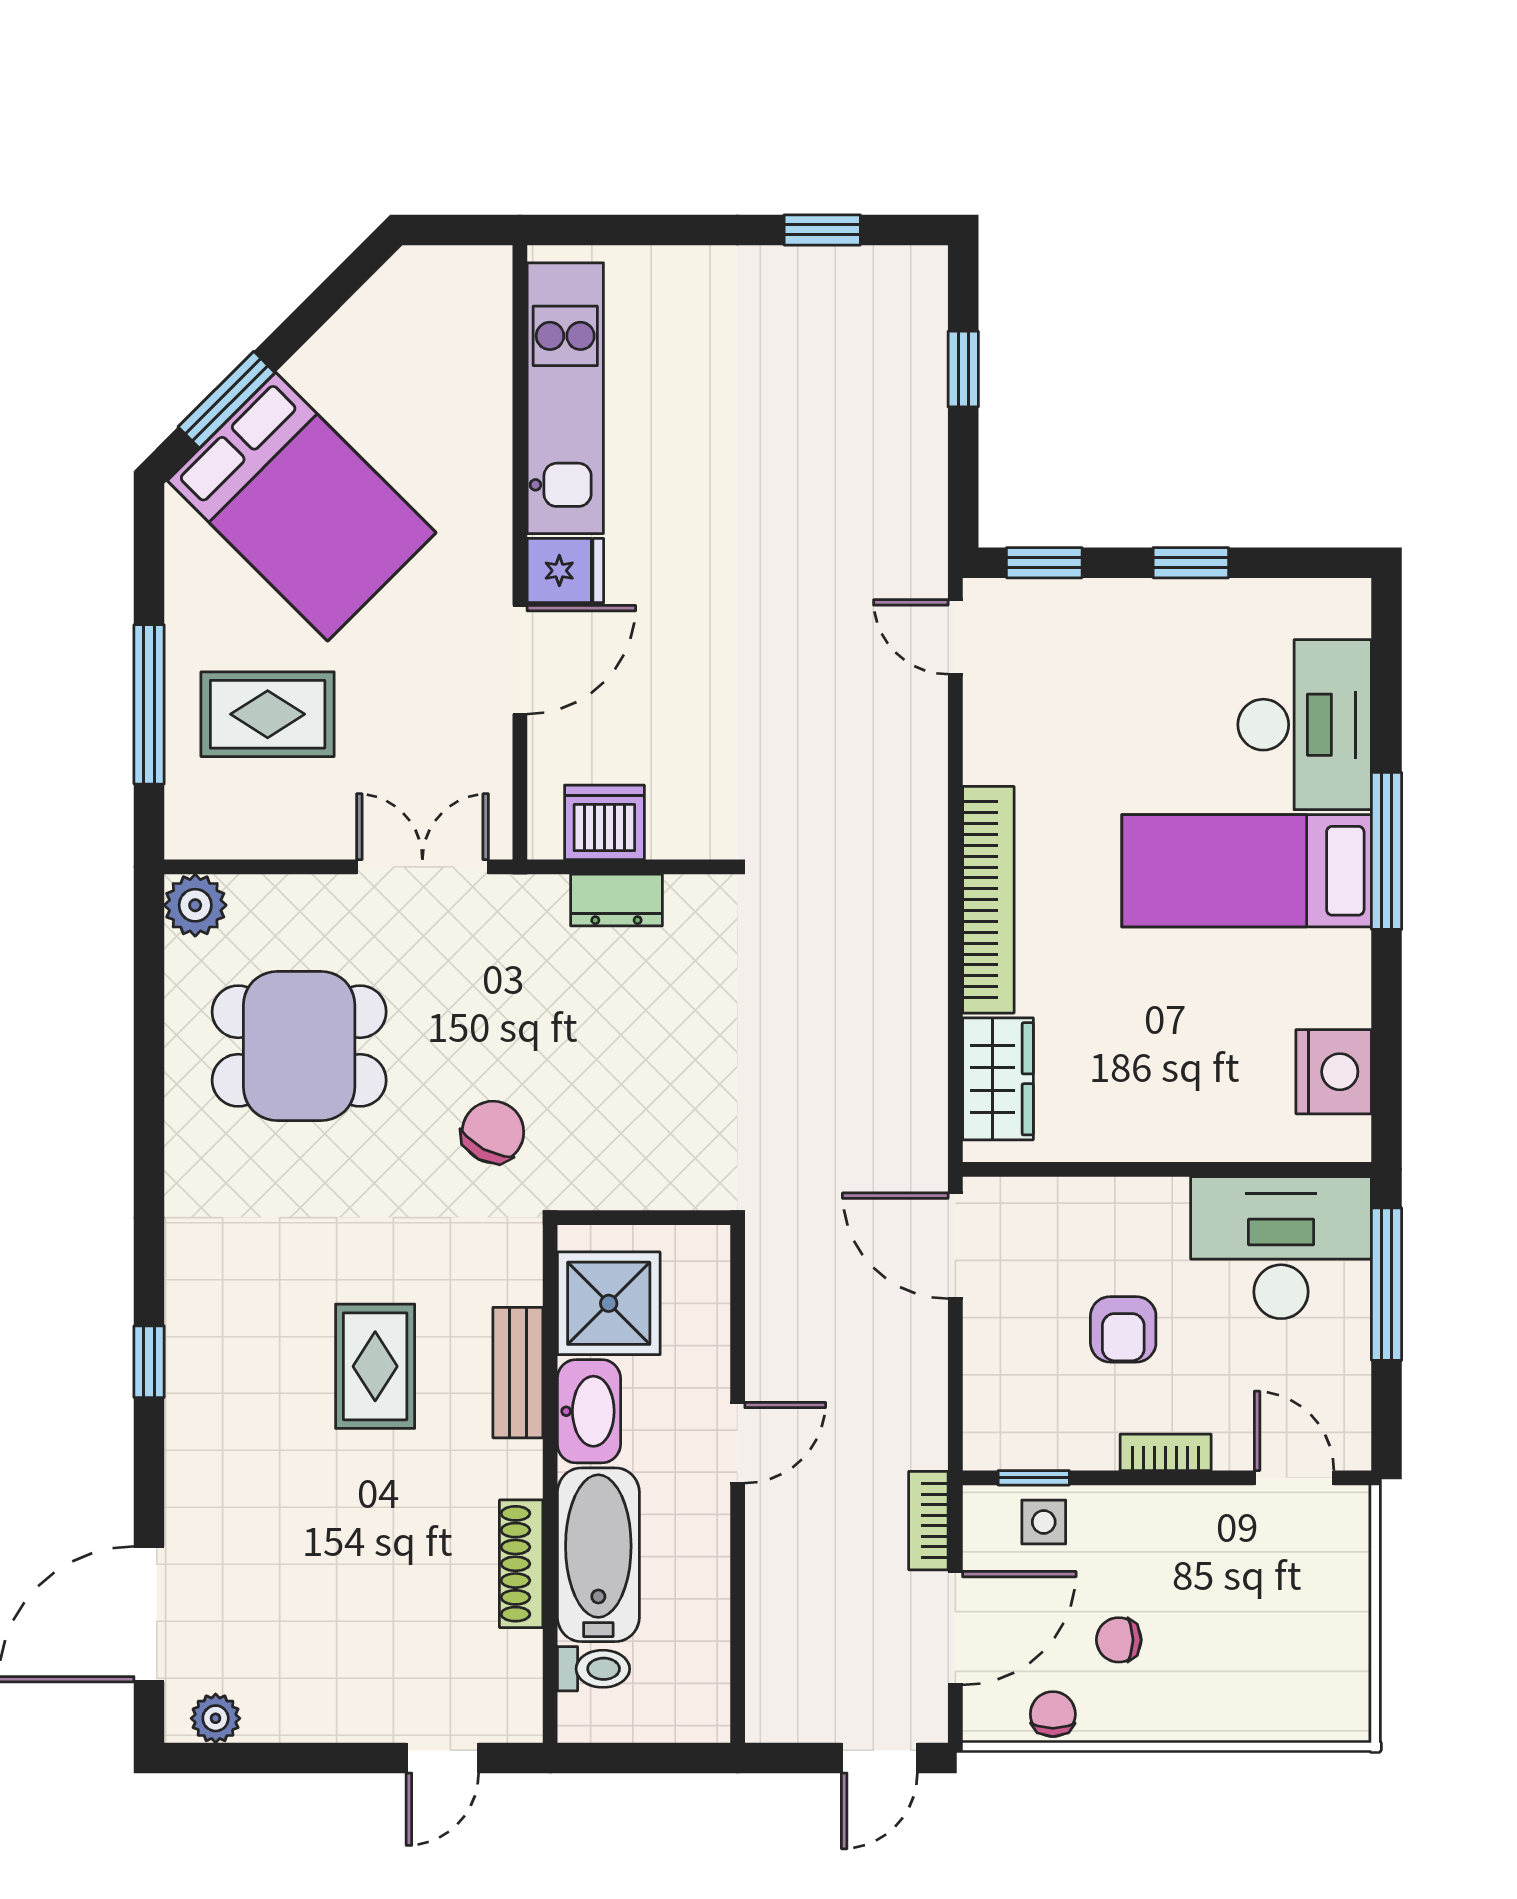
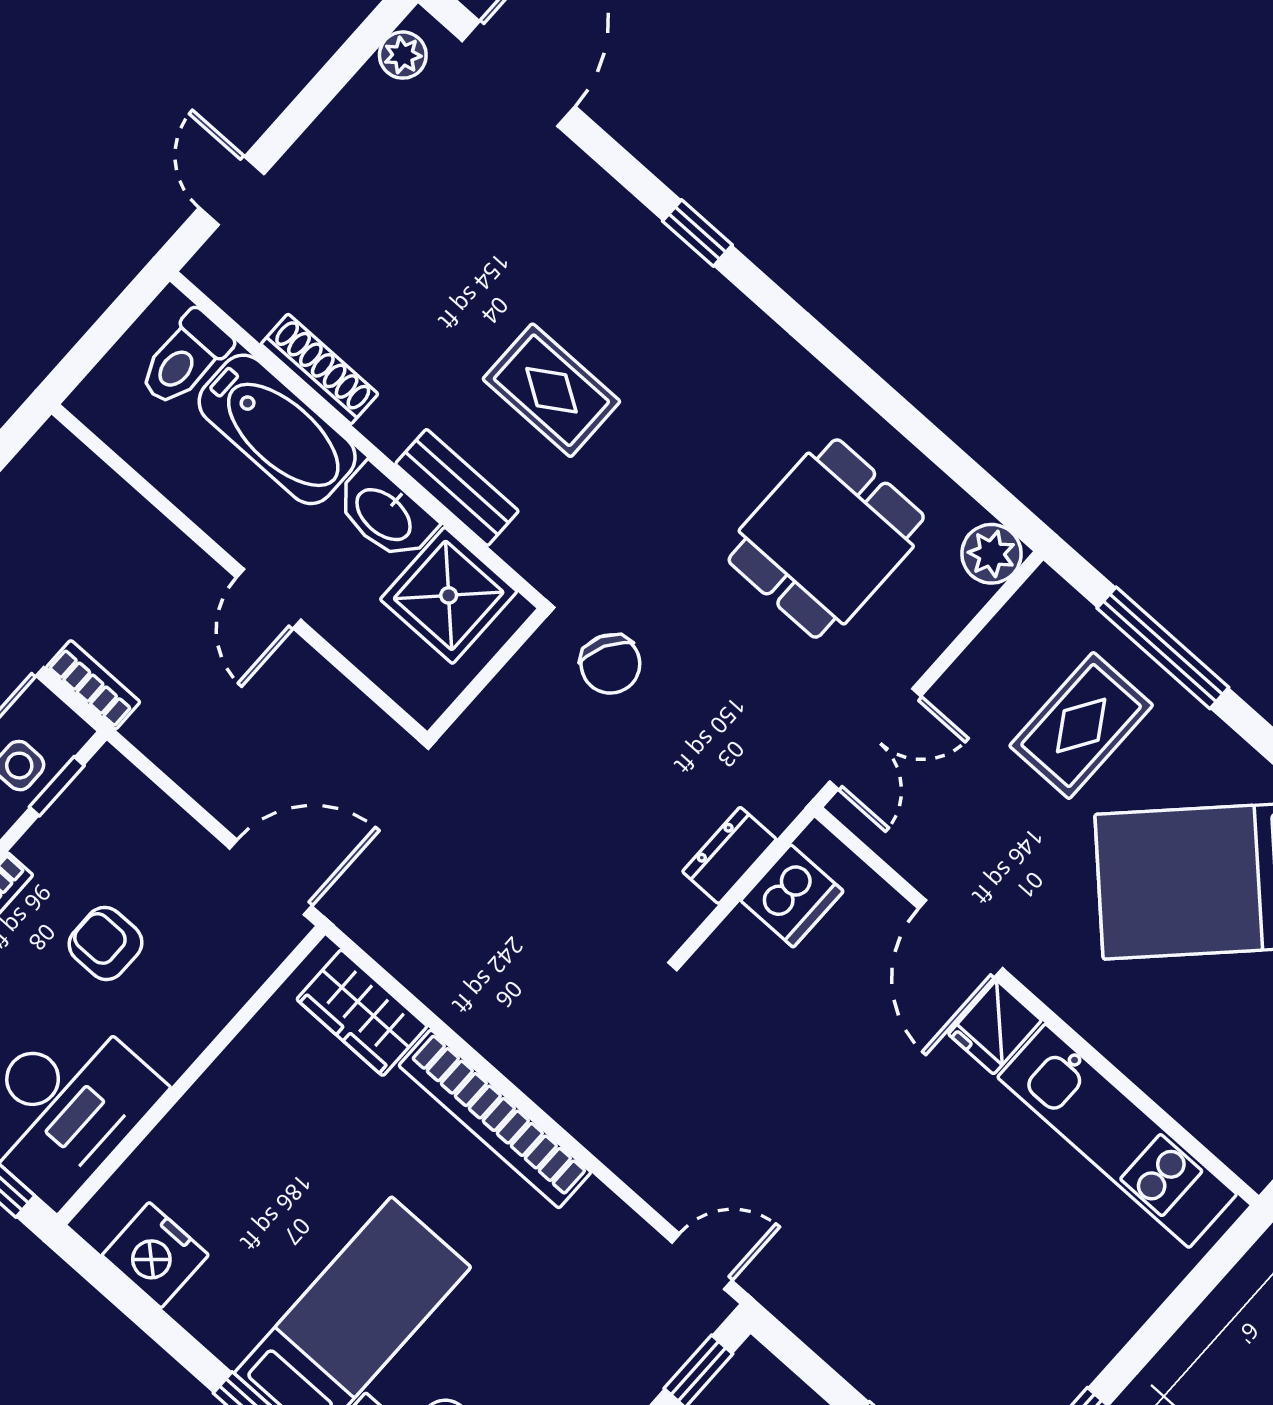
chair: (493, 1132) -> (610, 664), moved
toilet: (593, 1669) -> (185, 359), width x1.37, depth x1.39

